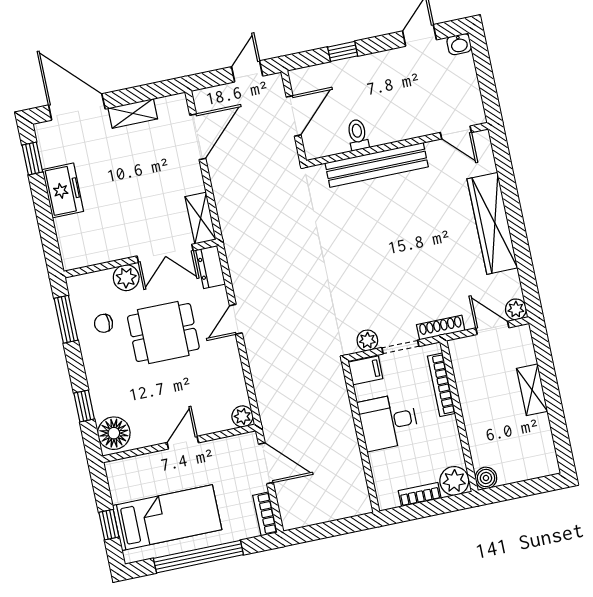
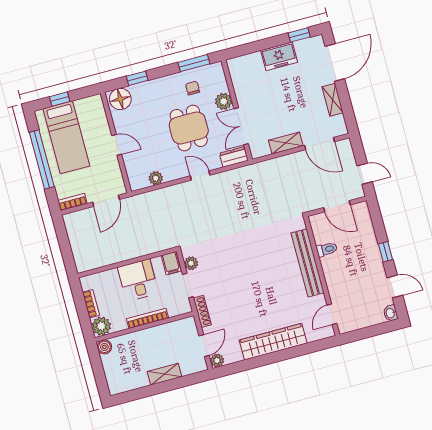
window: (343, 51) -> (386, 252), moved
shelving: (201, 218) -> (286, 143), moved
bookcase: (441, 385) -> (147, 318), moved
plant: (242, 416) -> (156, 178), moved

